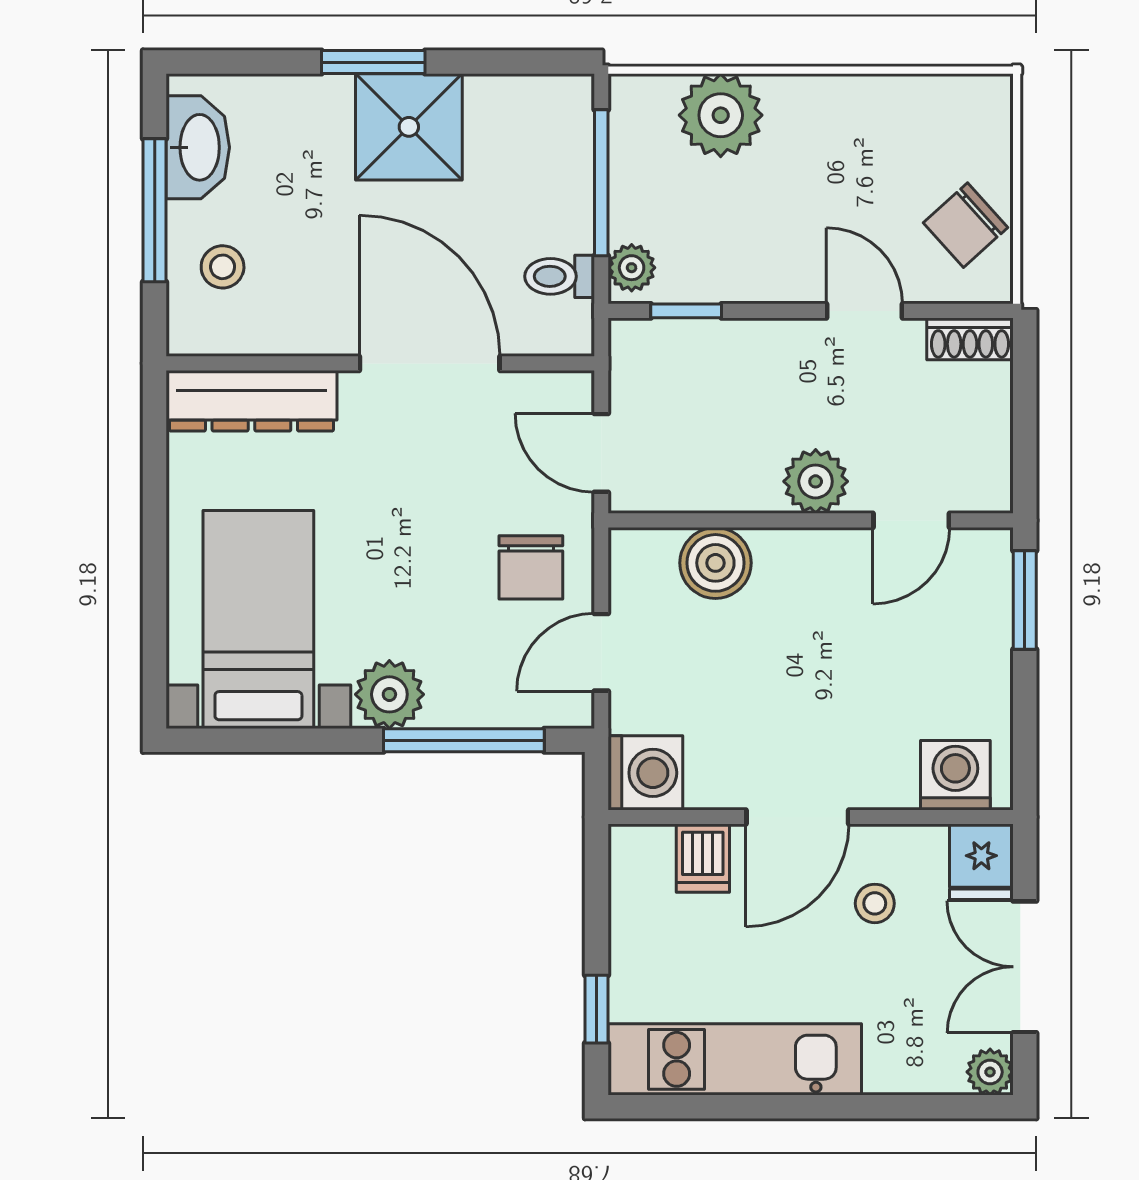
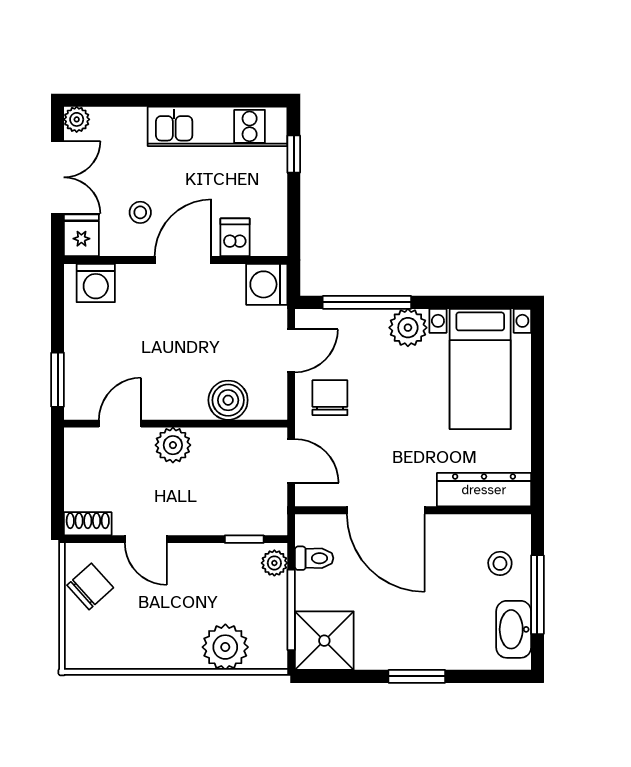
shower: (409, 127) -> (324, 641), moved

